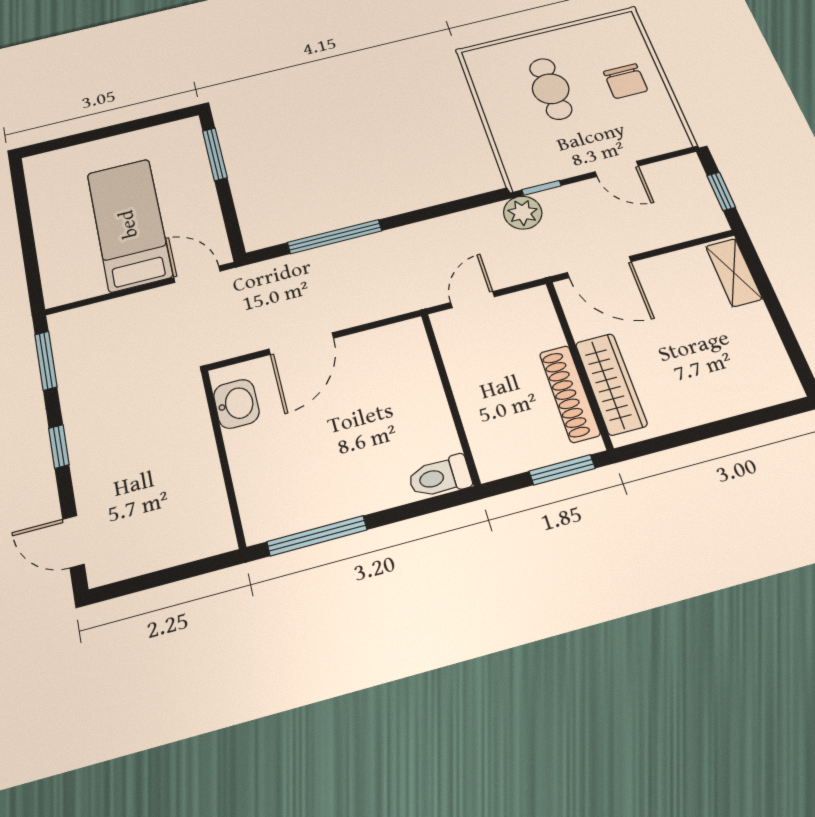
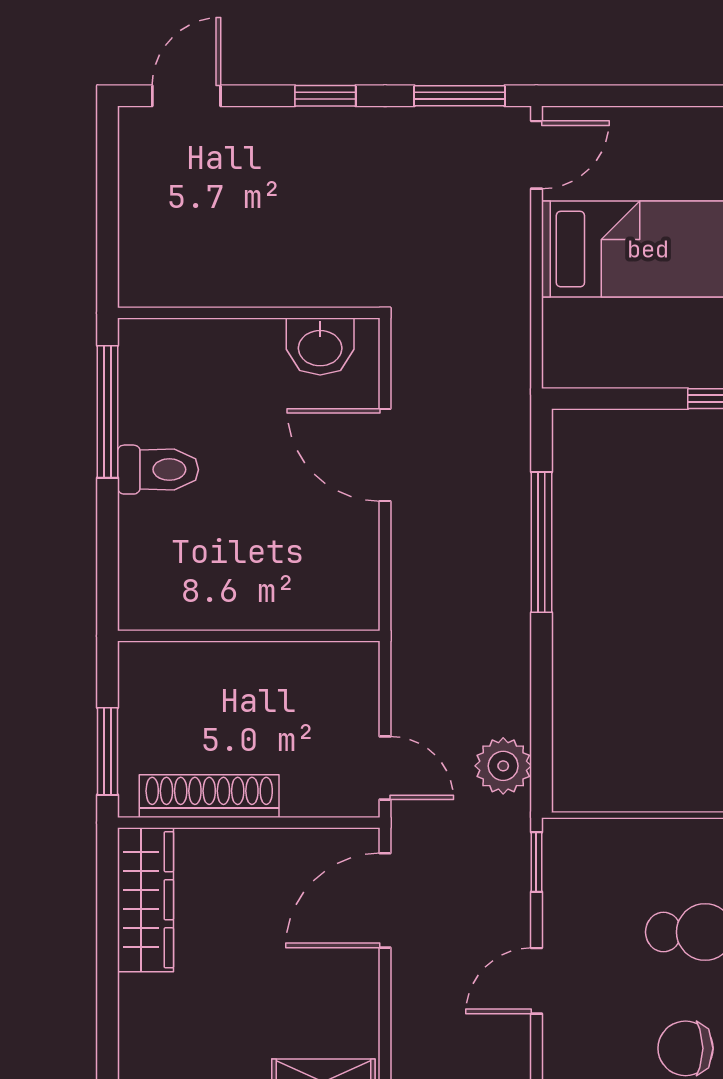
plant: (523, 213) -> (503, 766), moved
door: (197, 274) -> (536, 155), moved
door: (472, 300) -> (385, 768), moved
wardrobe: (611, 384) -> (145, 900), moved, turned -90
toilet: (440, 477) -> (158, 470), moved, turned 90

